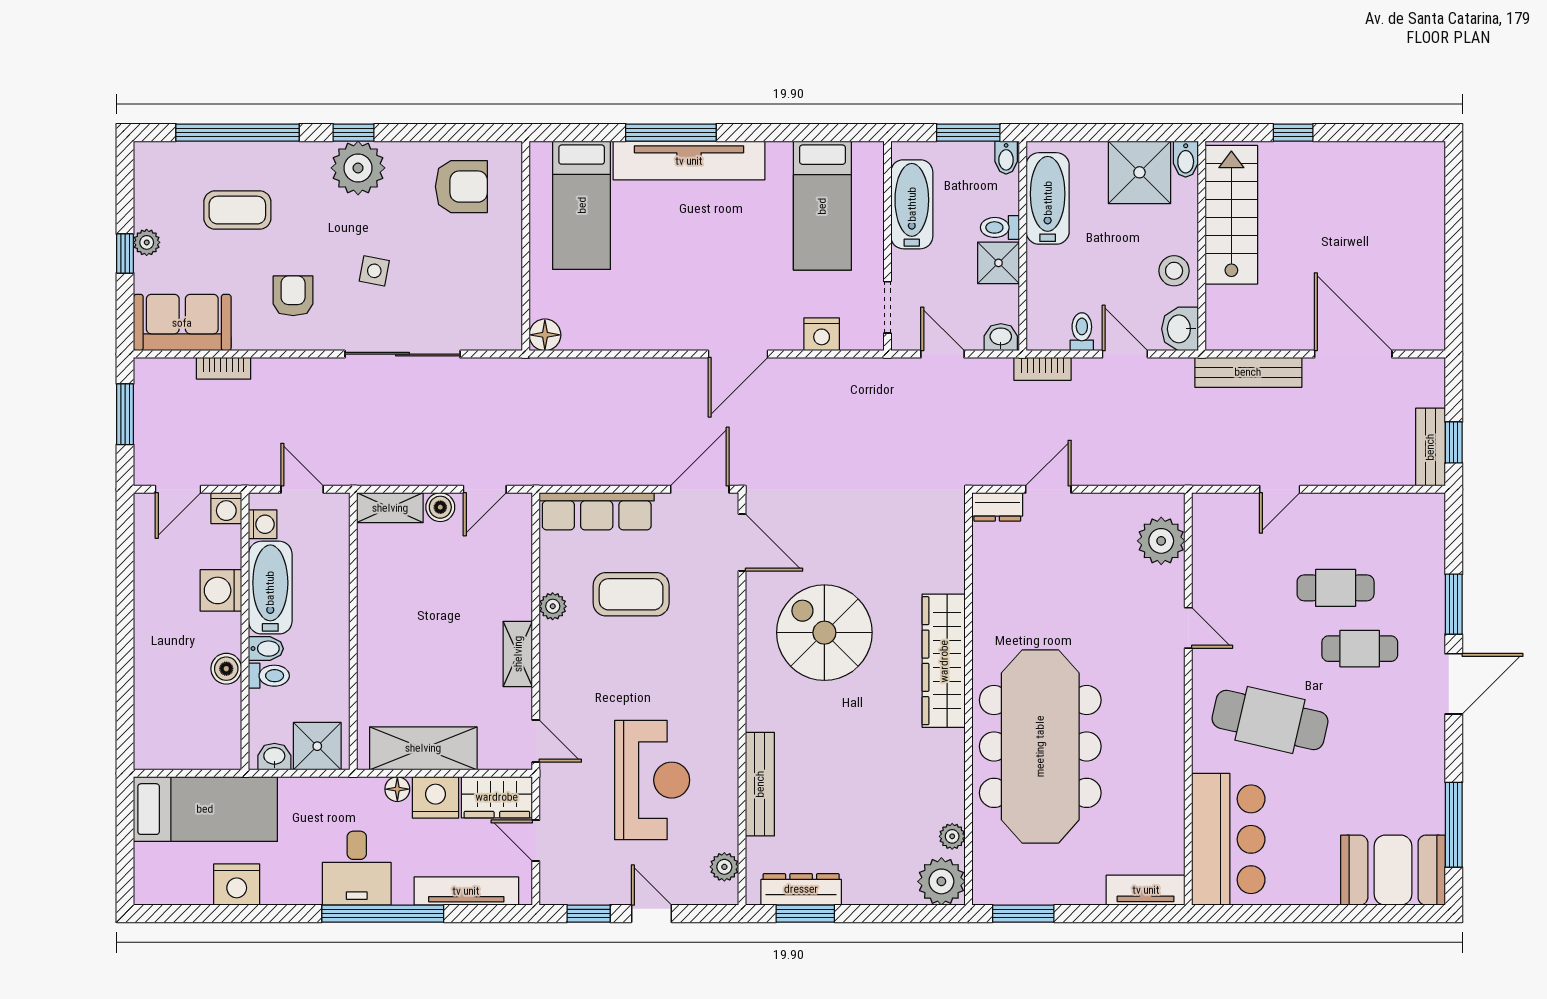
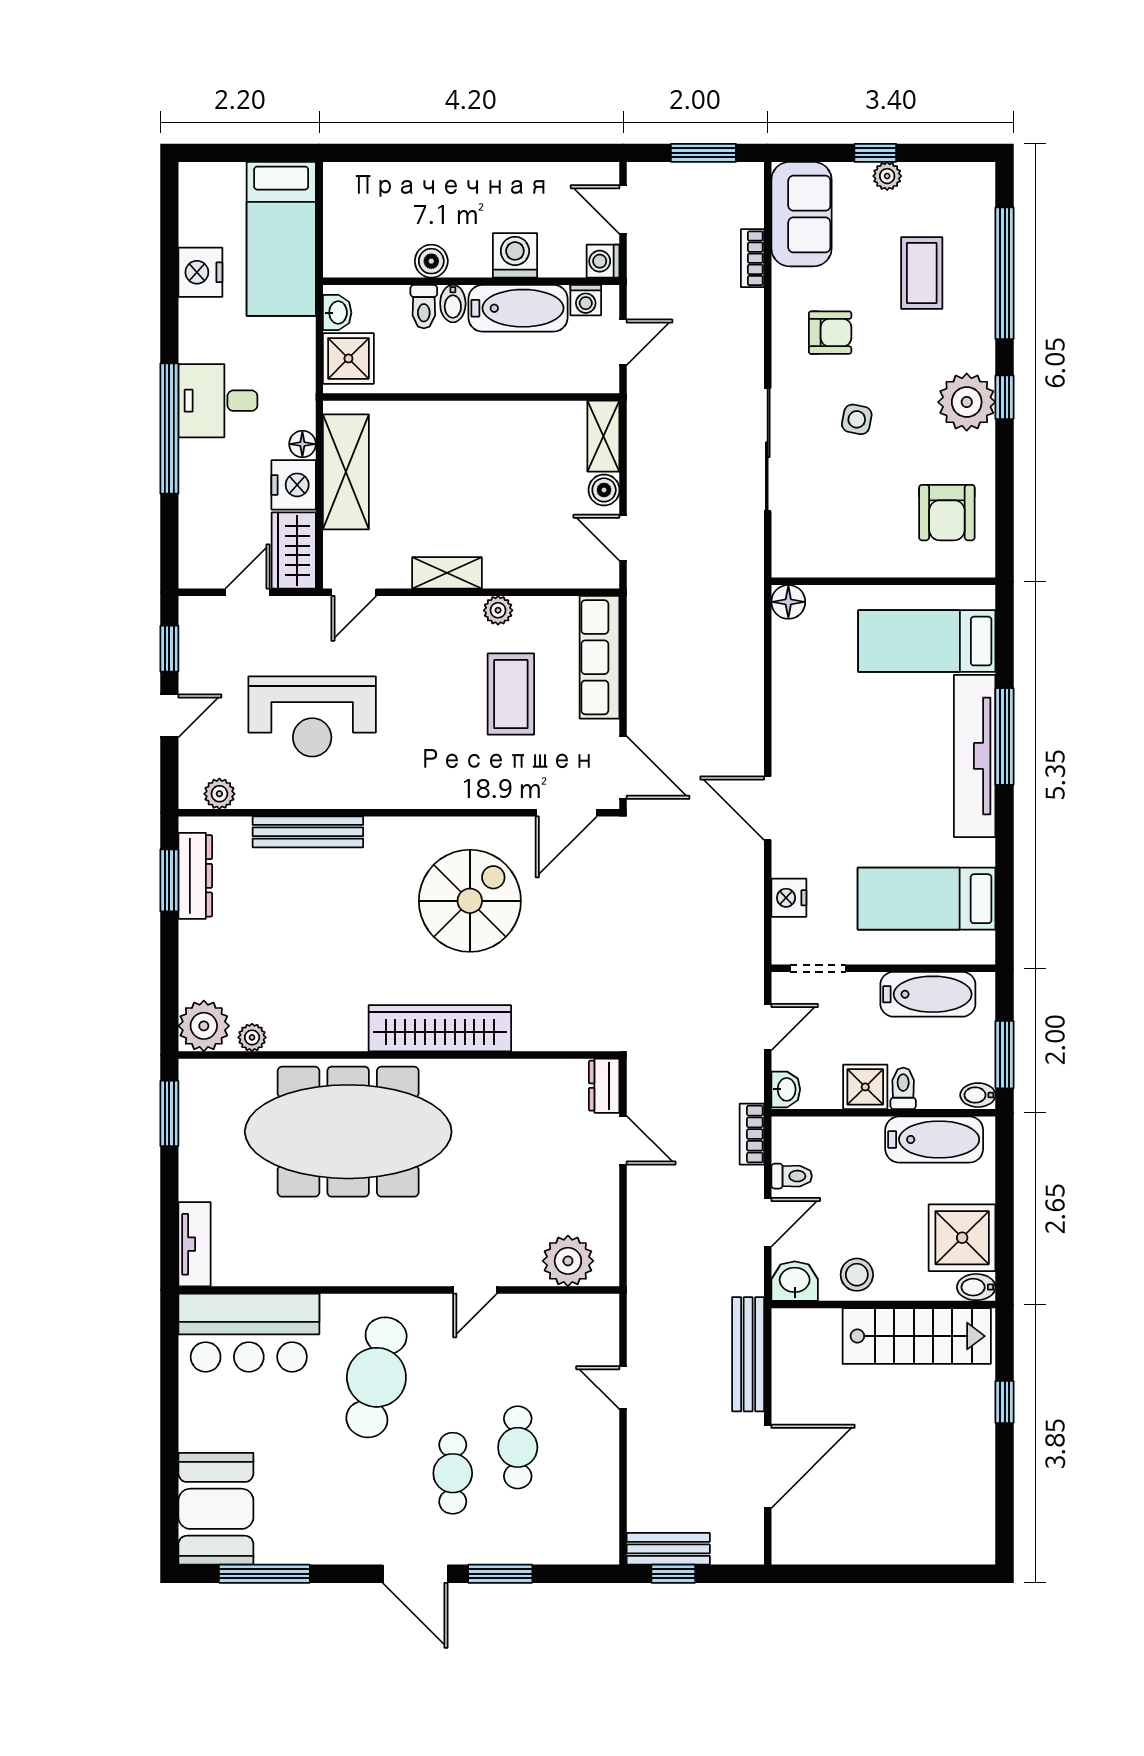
tv unit: (466, 891) -> (194, 518), removed

